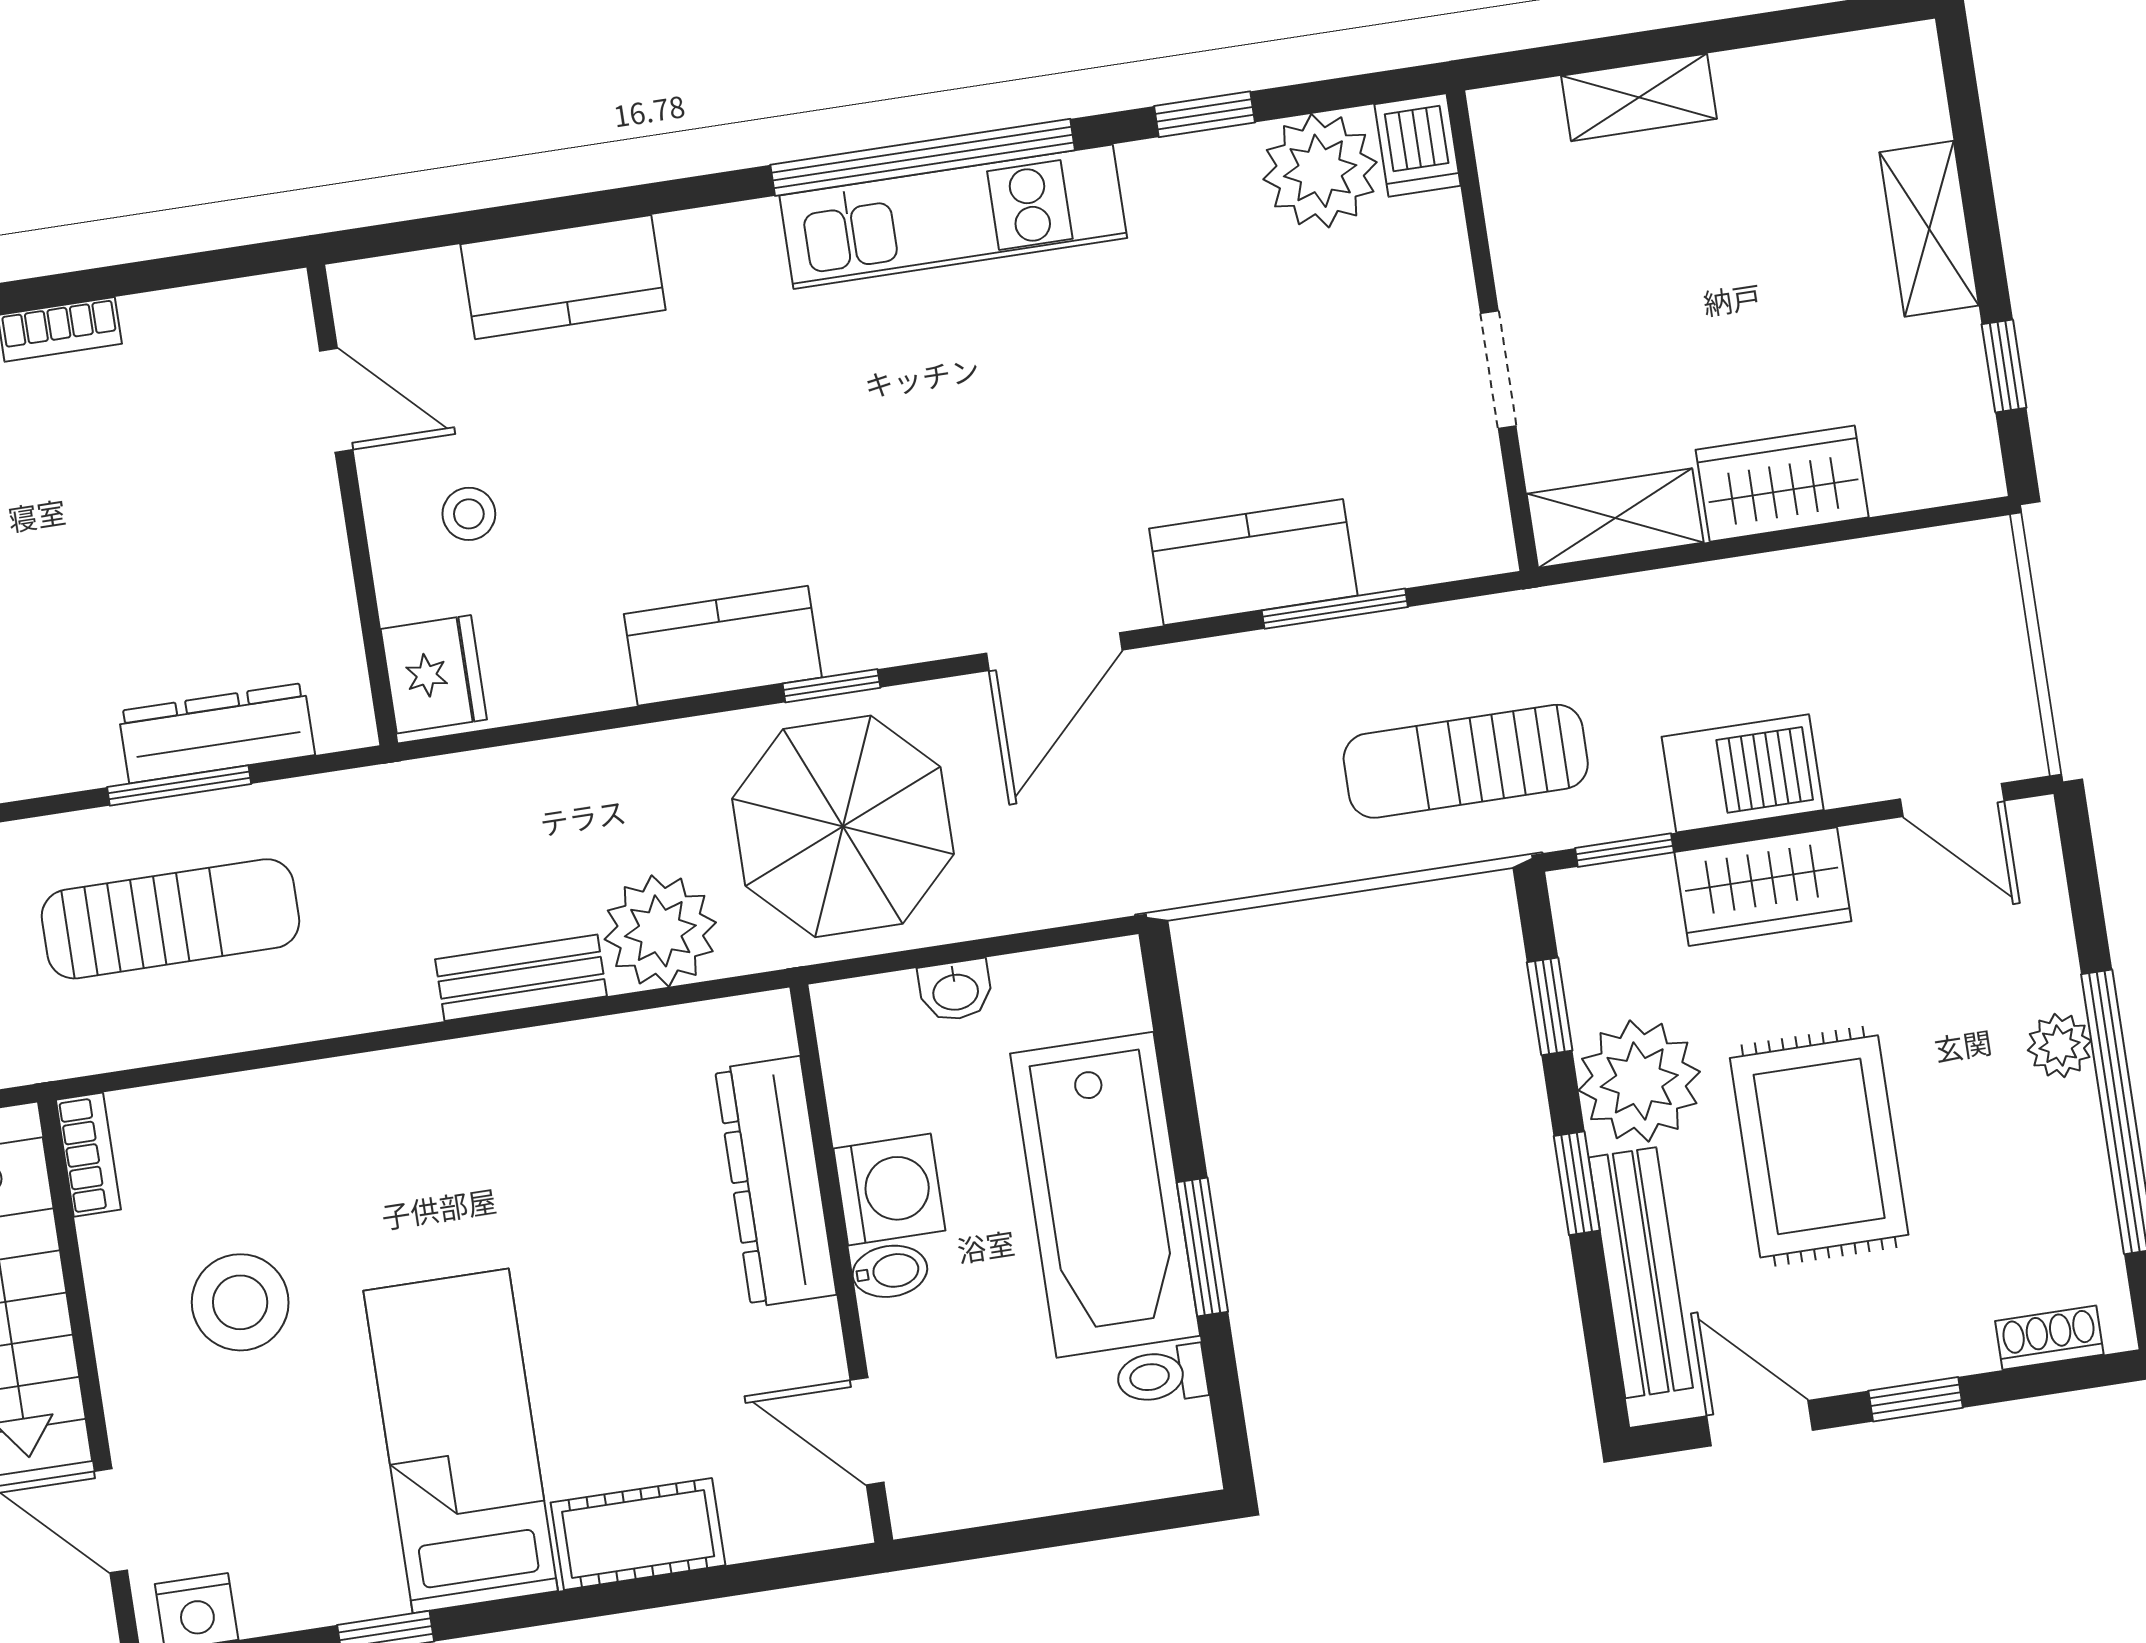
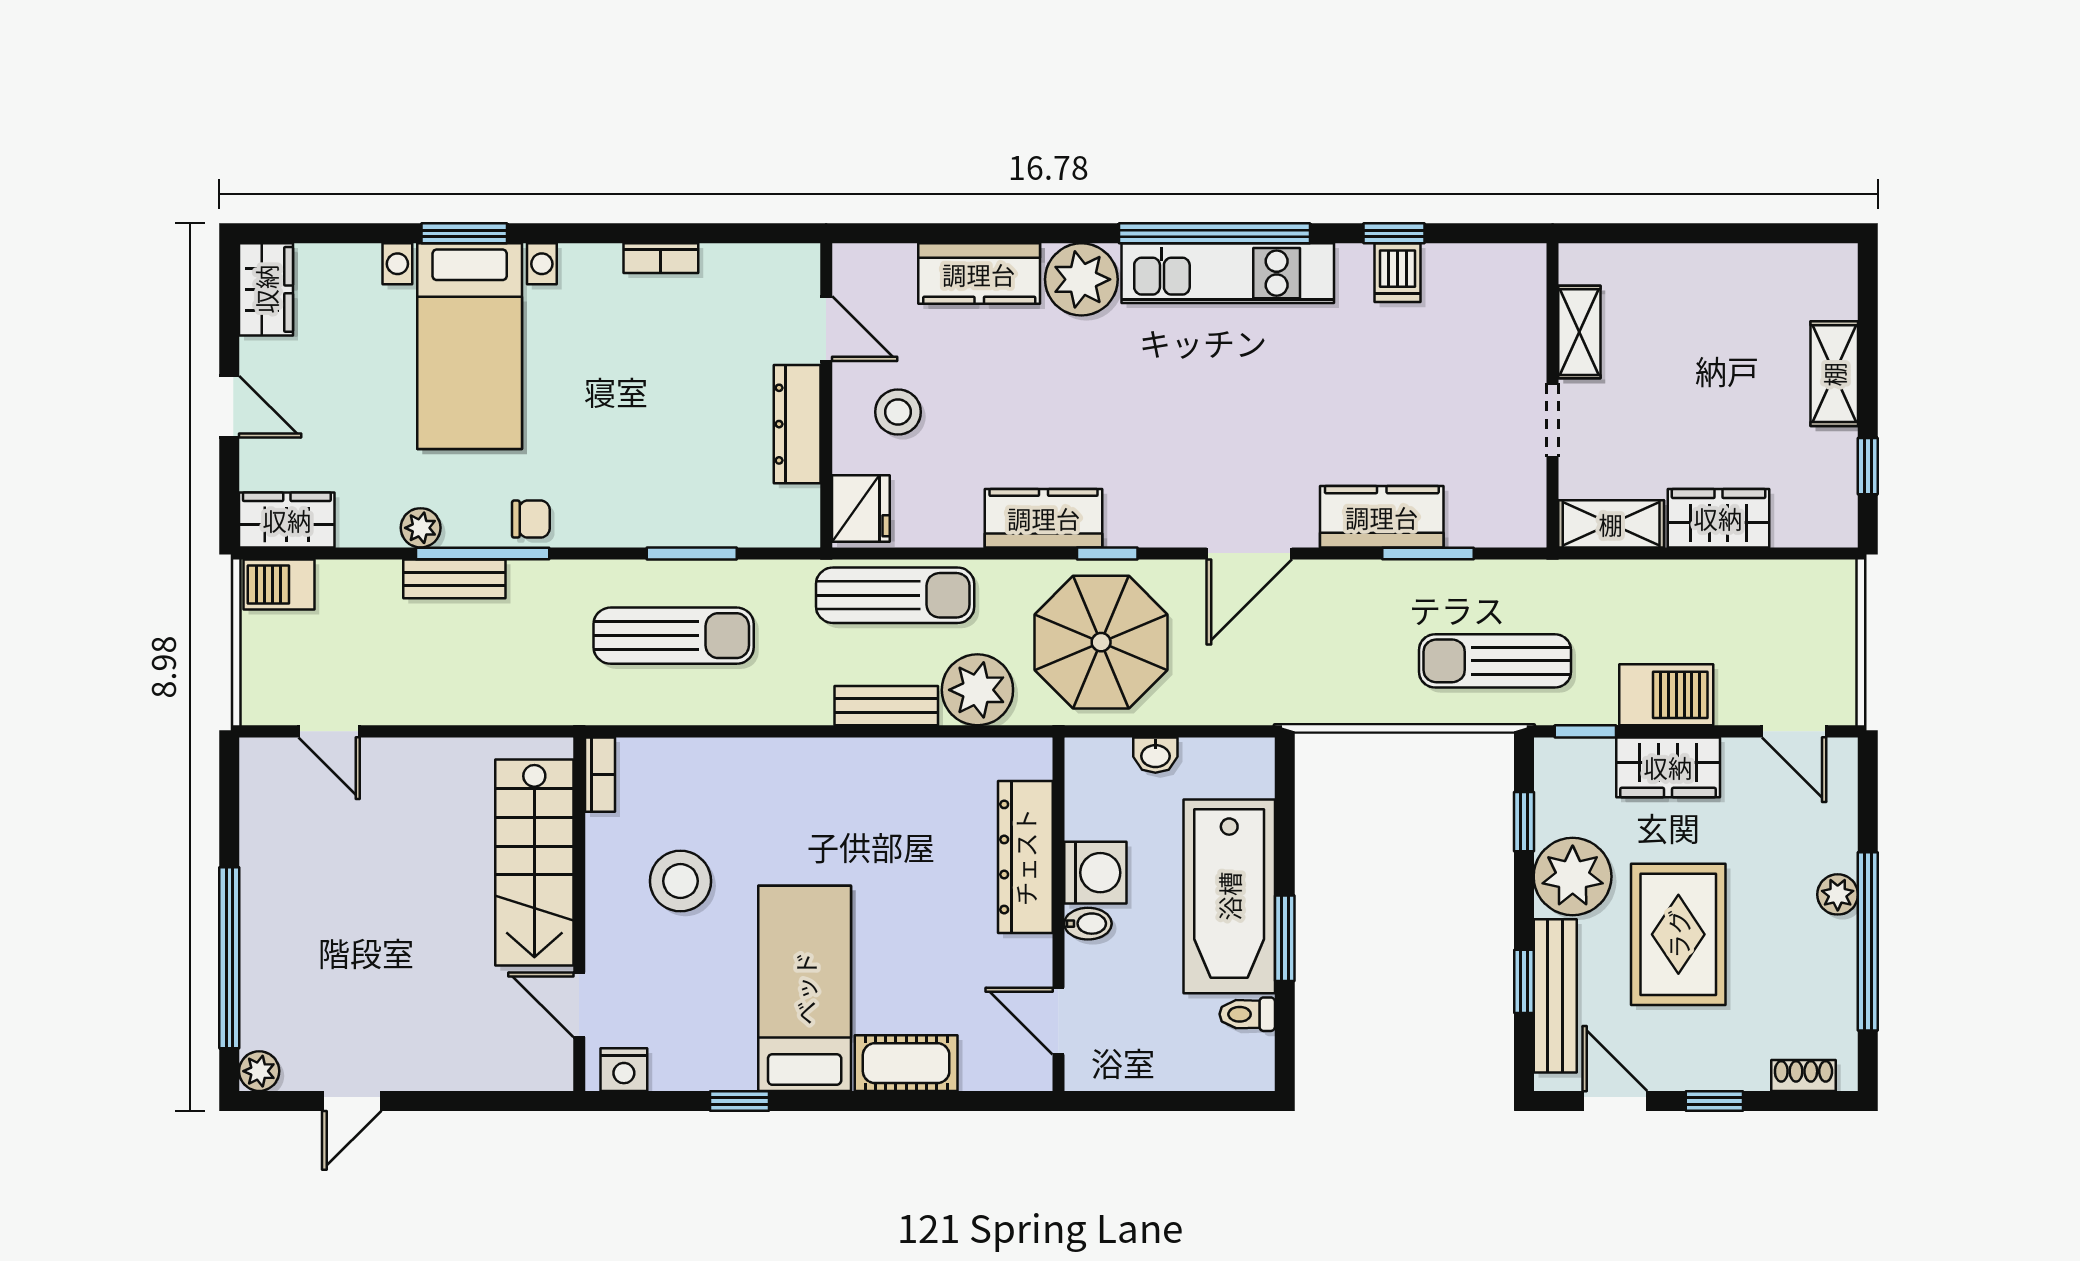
shelving: (1639, 97) -> (1579, 332), moved, turned 90
dishwasher: (1418, 145) -> (1398, 273), moved
plant: (1320, 171) -> (1081, 279), moved
stool: (469, 514) -> (898, 412), width x1.37, depth x1.37
dresser: (217, 733) -> (797, 424), moved, turned -90
sun lounger: (508, 802) -> (895, 595), added
window: (1577, 1183) -> (1524, 981), moved

